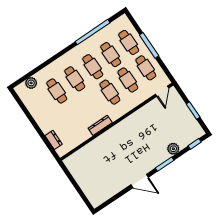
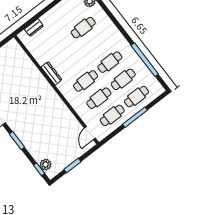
cafe table: (75, 79) -> (97, 45), removed
door: (162, 91) -> (90, 133), hinge flipped
plant: (173, 149) -> (46, 165), moved

